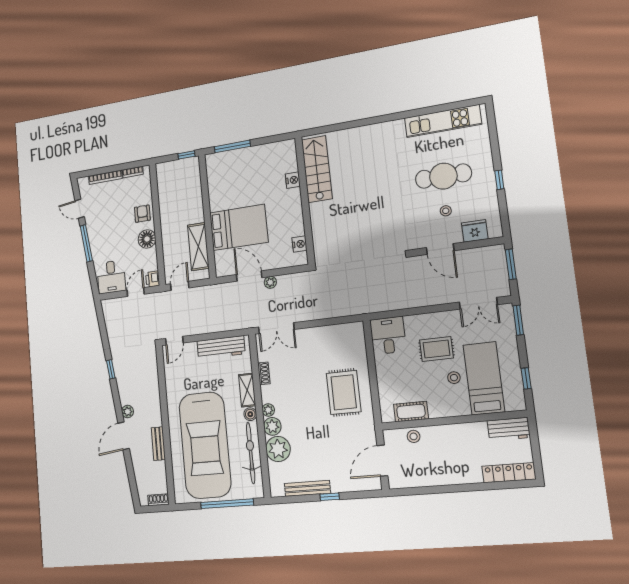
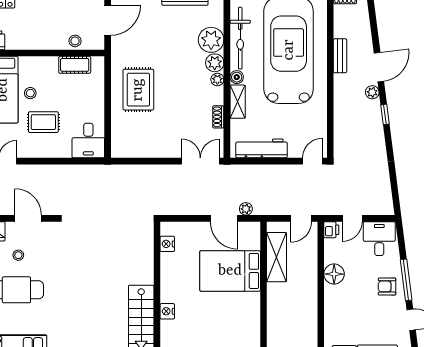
armchair: (142, 214) -> (387, 286), moved, turned 90
plant: (270, 282) -> (246, 209), moved
window: (111, 369) -> (385, 114), moved

